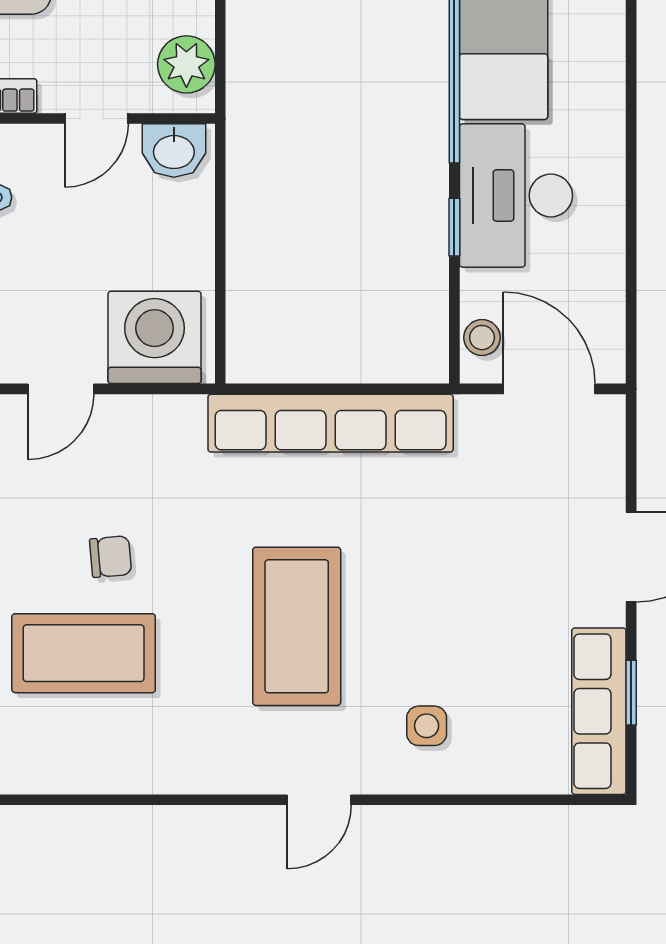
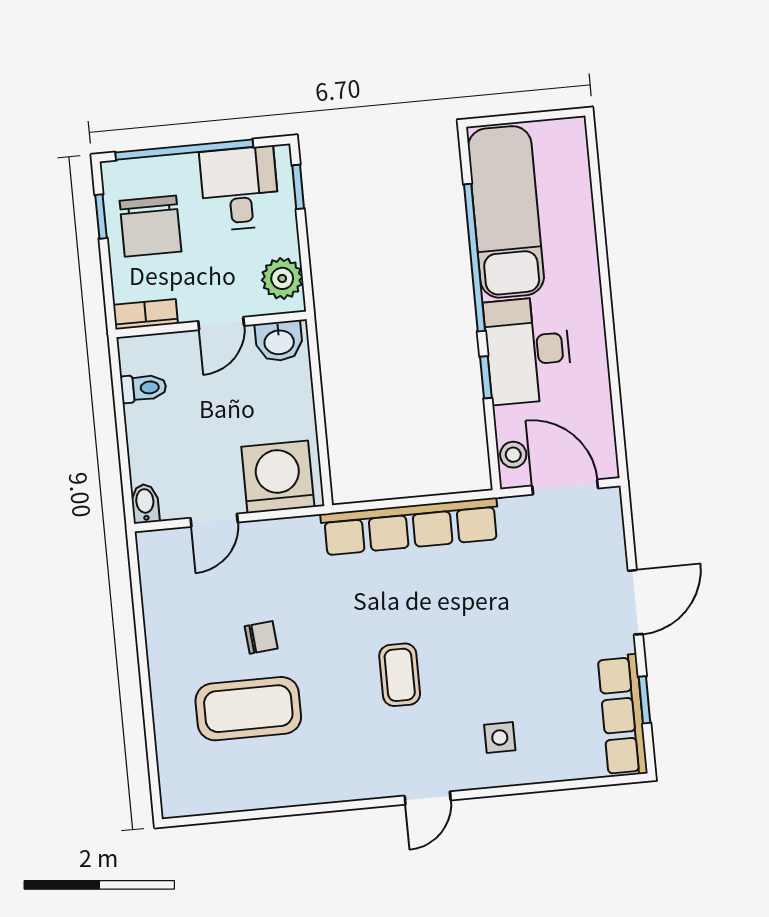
coffee table: (297, 626) -> (400, 675), width x0.54, depth x0.58

